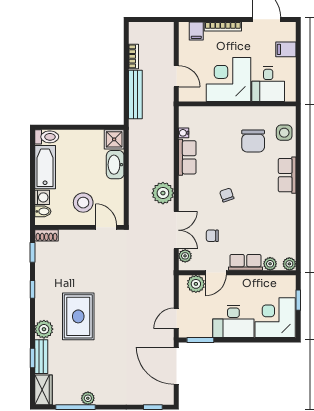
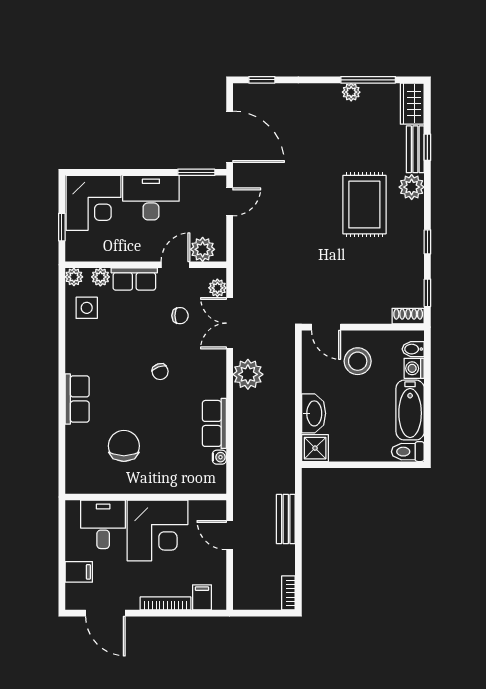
bookcase: (134, 56) -> (288, 593), moved
bench: (135, 94) -> (286, 519), width x0.73
side table: (284, 133) -> (87, 308), moved

